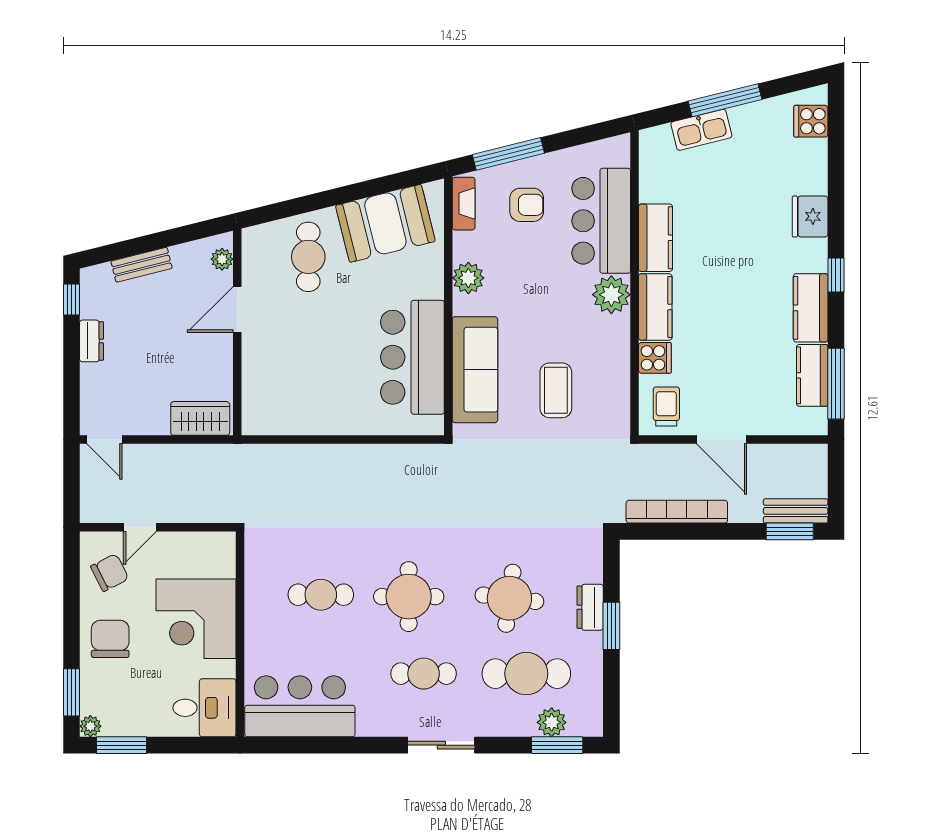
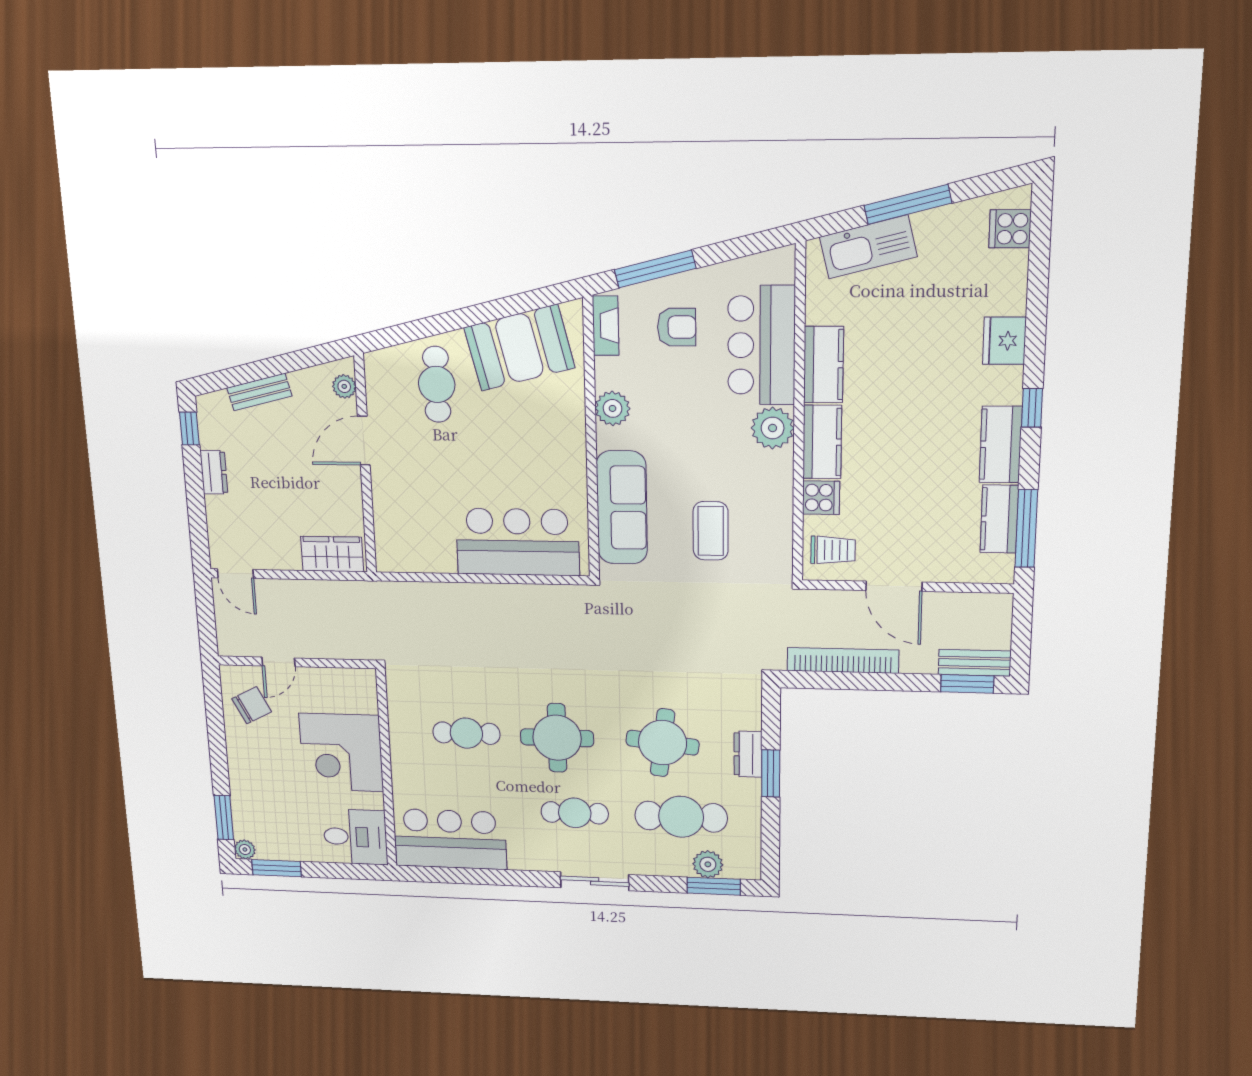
kitchen sink: (701, 130) -> (868, 247), width x1.36, depth x1.24
bar counter: (412, 357) -> (518, 542), moved, turned 90
trolley: (666, 406) -> (833, 550), turned 90
chair: (110, 639) -> (257, 769), removed

